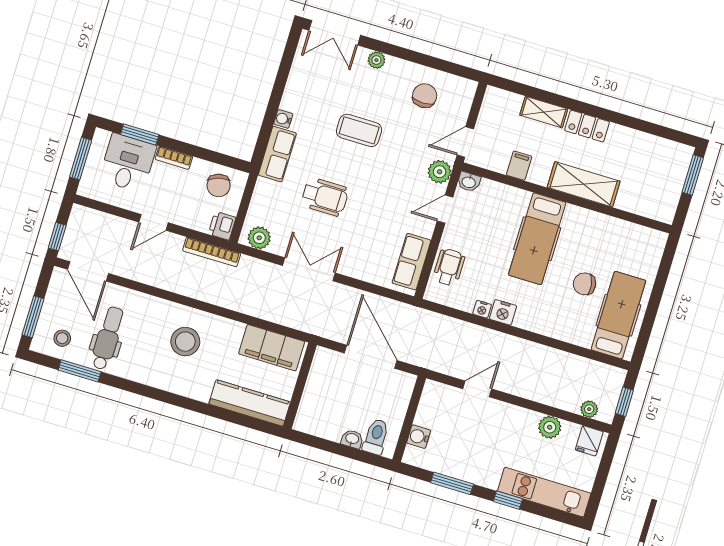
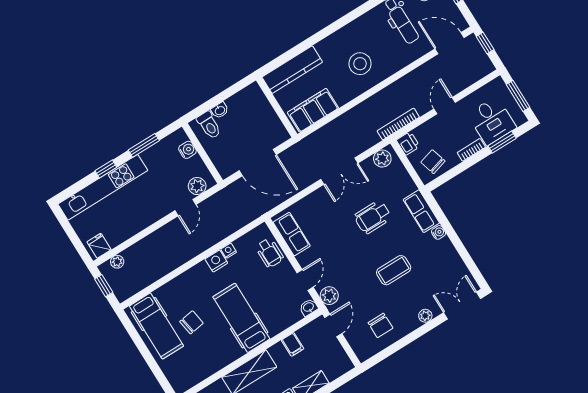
plant: (550, 427) -> (197, 186), moved
kitchen unit: (544, 492) -> (103, 187), width x1.36

